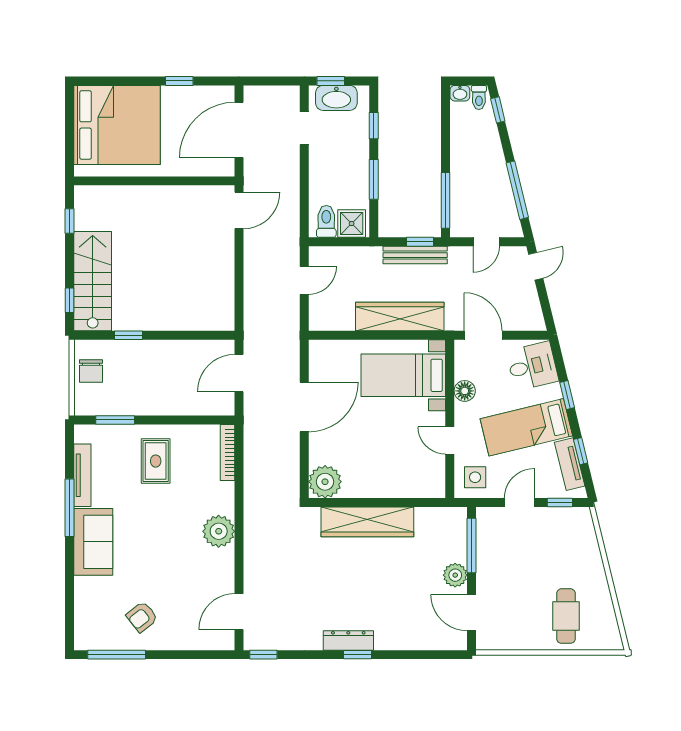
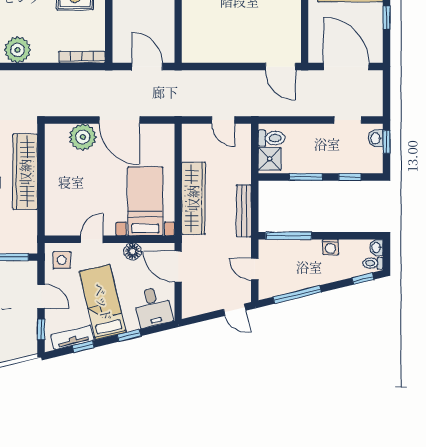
washbasin: (336, 98) -> (376, 138), width x0.52, depth x0.69
washing machine: (459, 149) -> (330, 247), added
window: (420, 242) -> (255, 215), removed
door: (483, 335) -> (178, 267), swing flipped
plant: (325, 482) -> (83, 137), moved

